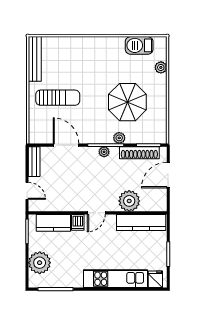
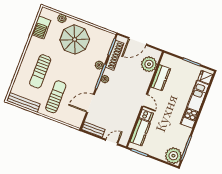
sun lounger: (83, 65) -> (40, 71), added
parasol: (127, 102) -> (75, 39), moved
door: (168, 175) -> (137, 41), hinge flipped
plant: (129, 201) -> (149, 64), moved
kitchen counter: (141, 222) -> (161, 78), width x0.67
plant: (40, 263) -> (173, 156), moved

